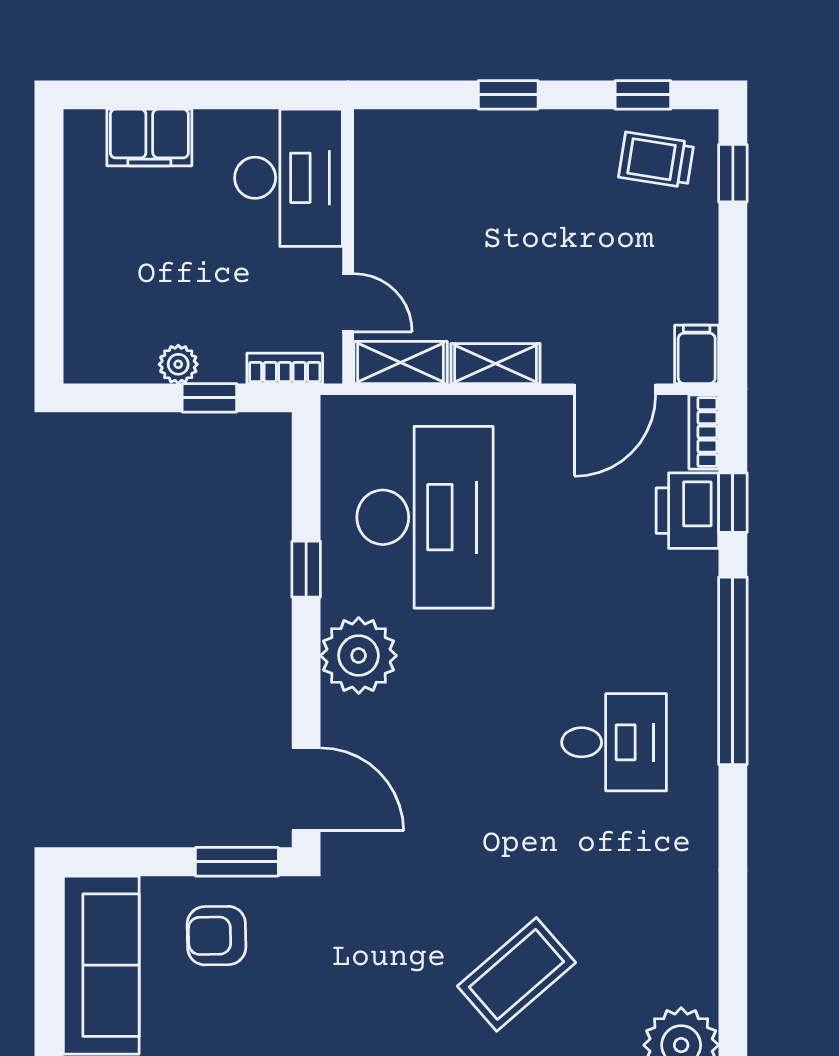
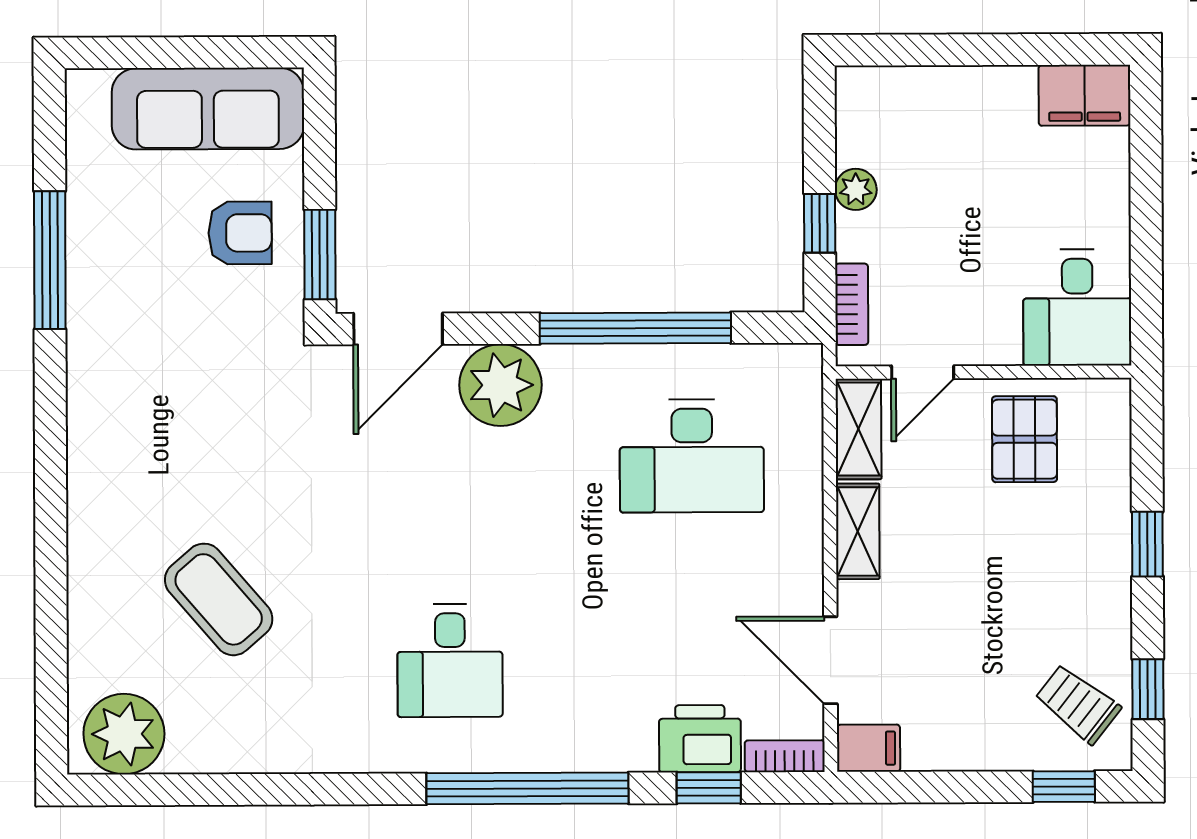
filing cabinet: (149, 138) -> (1085, 95), moved, turned -90
trolley: (656, 160) -> (1078, 704), turned -61
desk: (288, 178) -> (1077, 307), width x0.73
pallet: (410, 208) -> (1025, 439), added
desk: (425, 517) -> (692, 456), width x0.73, depth x0.77
window: (306, 569) -> (635, 328), width x3.17
plant: (359, 656) -> (500, 385), moved
armchair: (217, 936) -> (240, 233), turned 91
coffee table: (516, 974) -> (219, 599), moved

